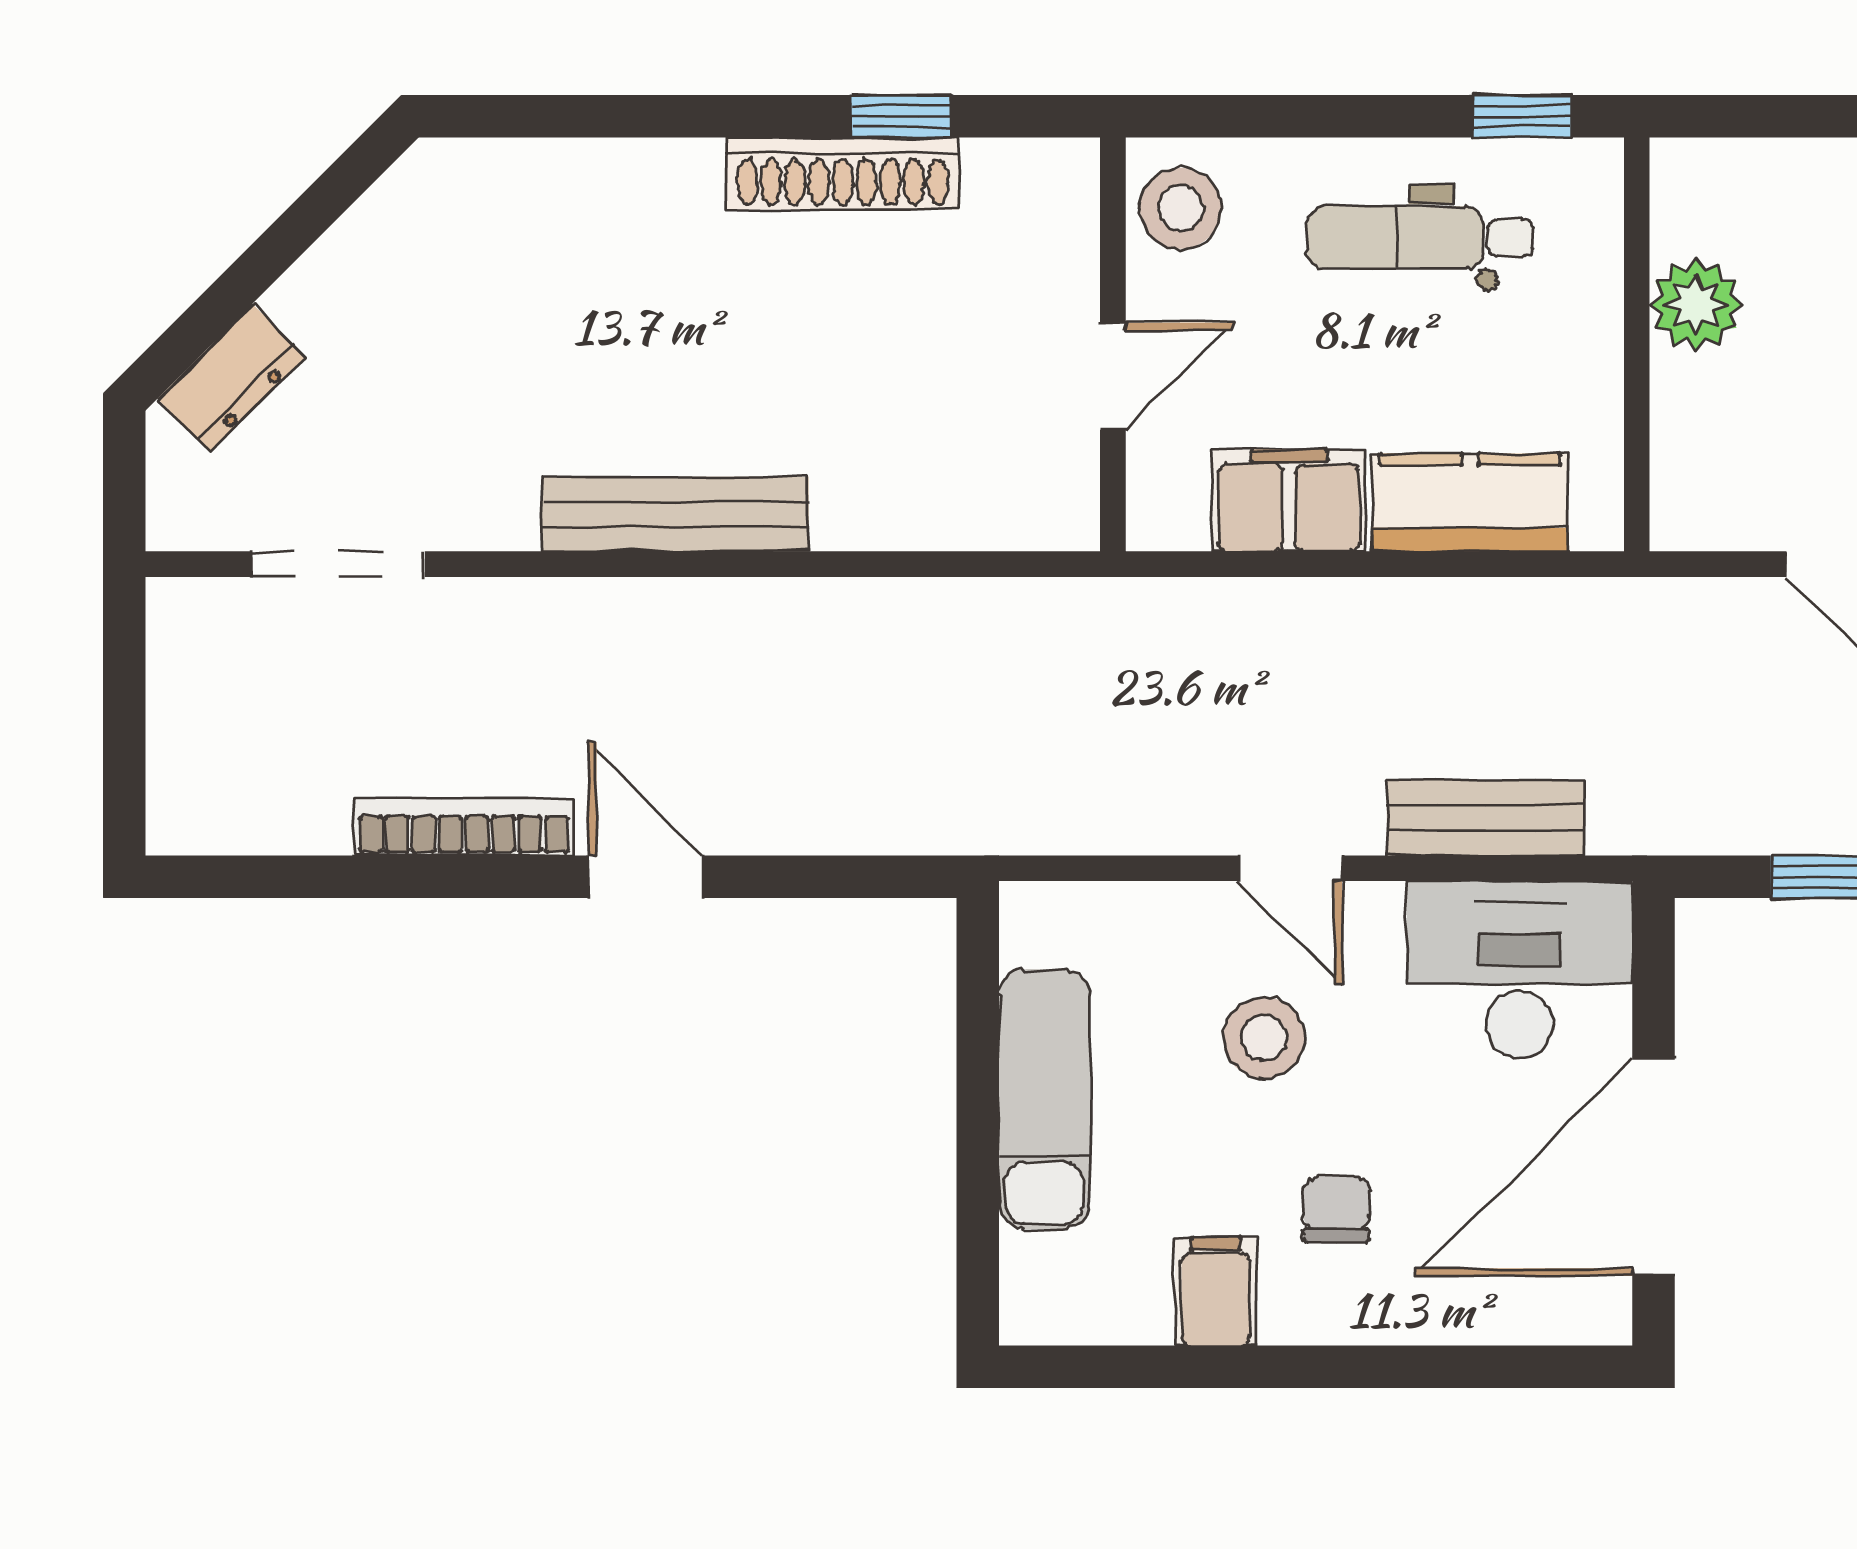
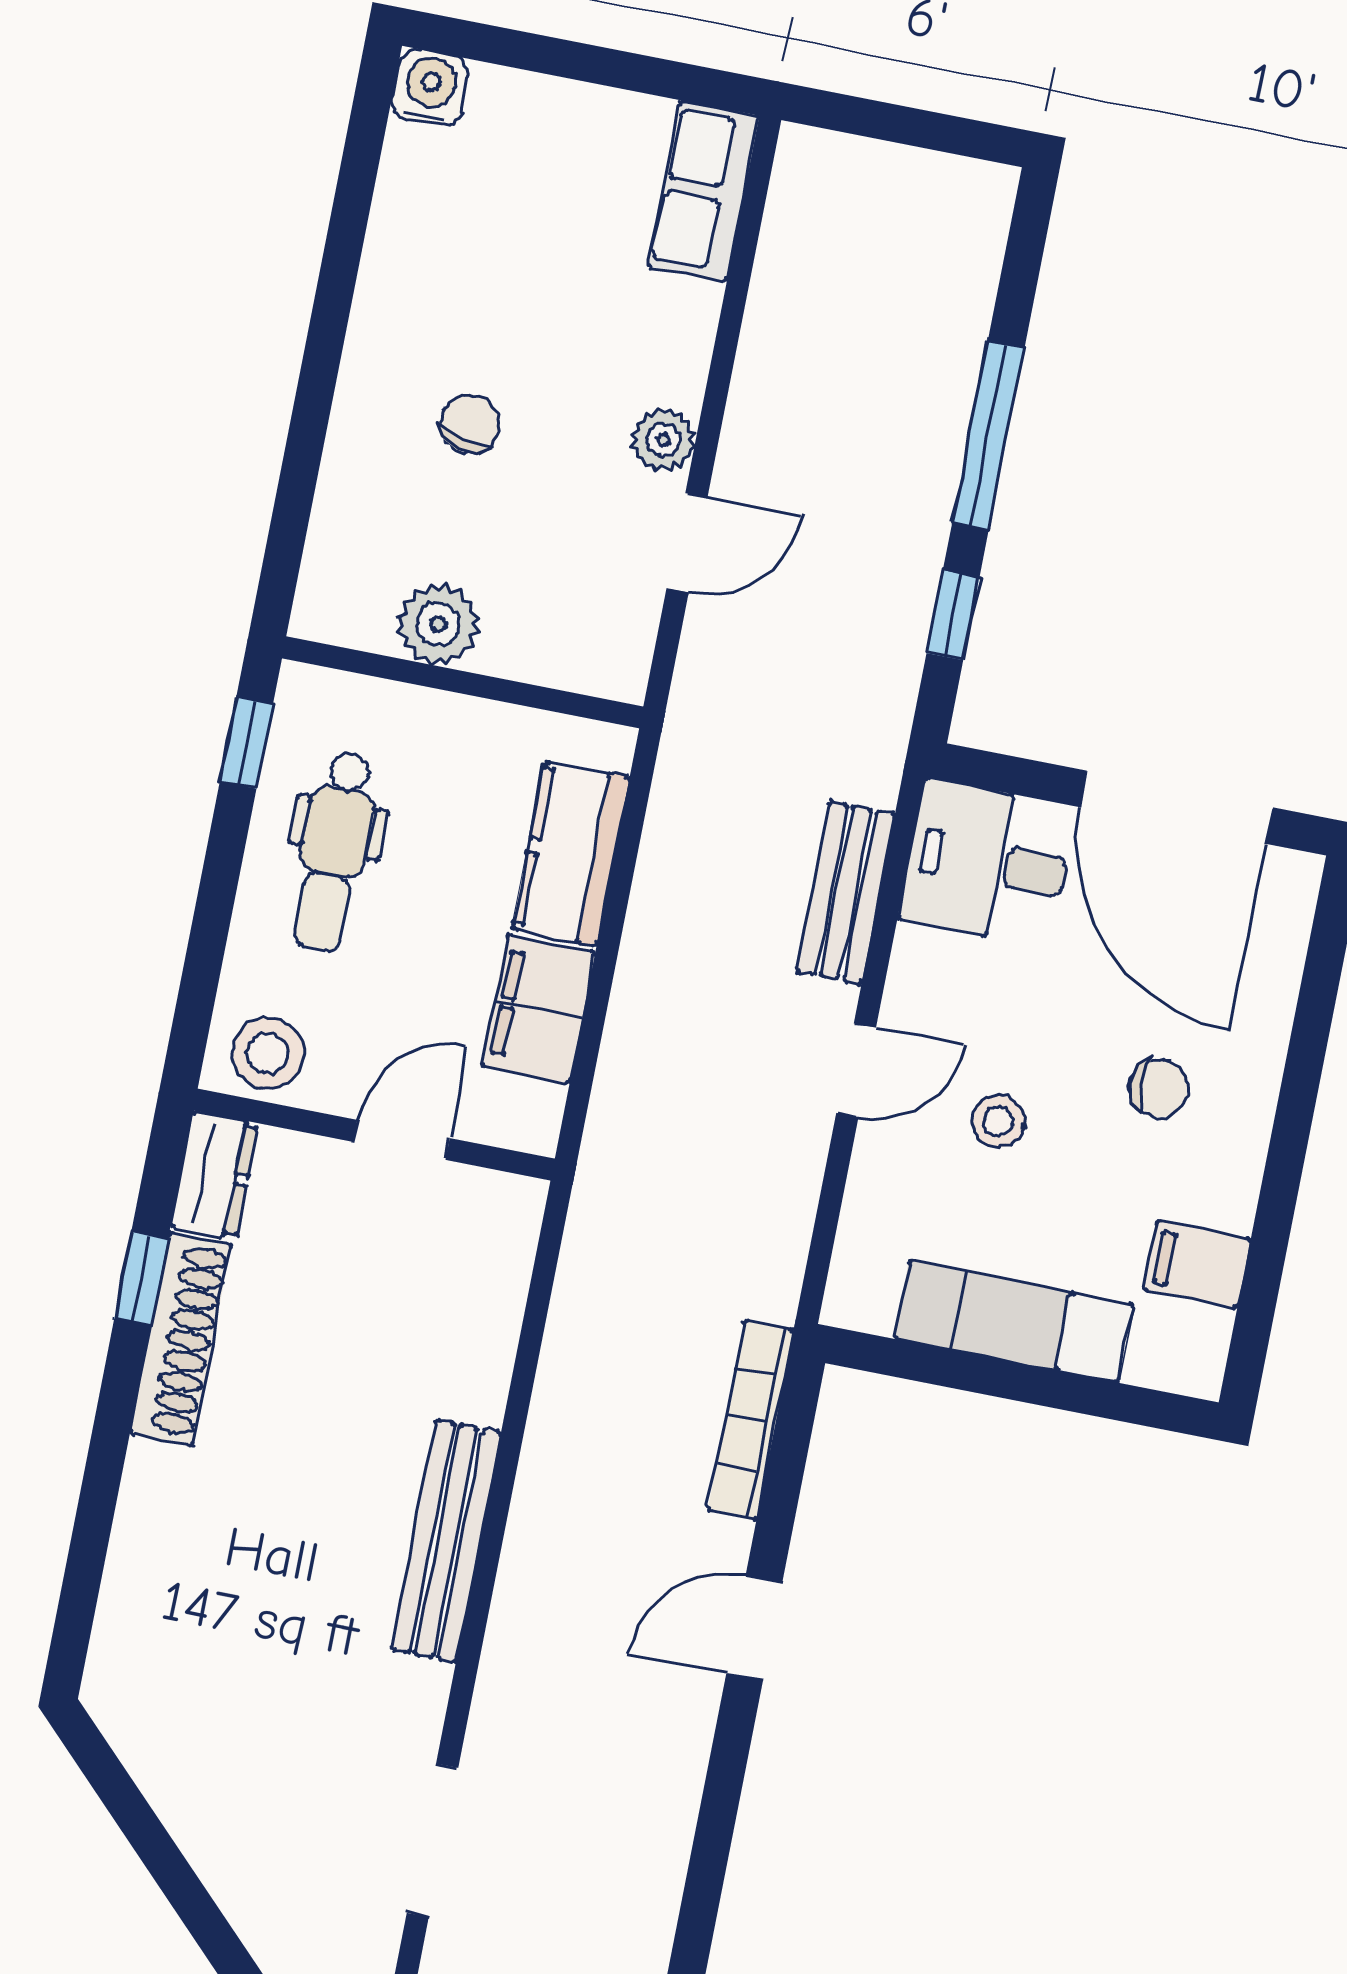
door: (1113, 376) -> (401, 1140), hinge flipped
dresser: (232, 378) -> (214, 1175), moved, turned 45
bookcase: (464, 827) -> (751, 1420), moved
desk: (1520, 970) -> (988, 863), width x0.73
stool: (1264, 1038) -> (998, 1121), width x0.73, depth x0.73
chair: (1336, 1209) -> (1158, 1088), turned 180
filing cabinet: (1216, 1291) -> (1197, 1264), moved

